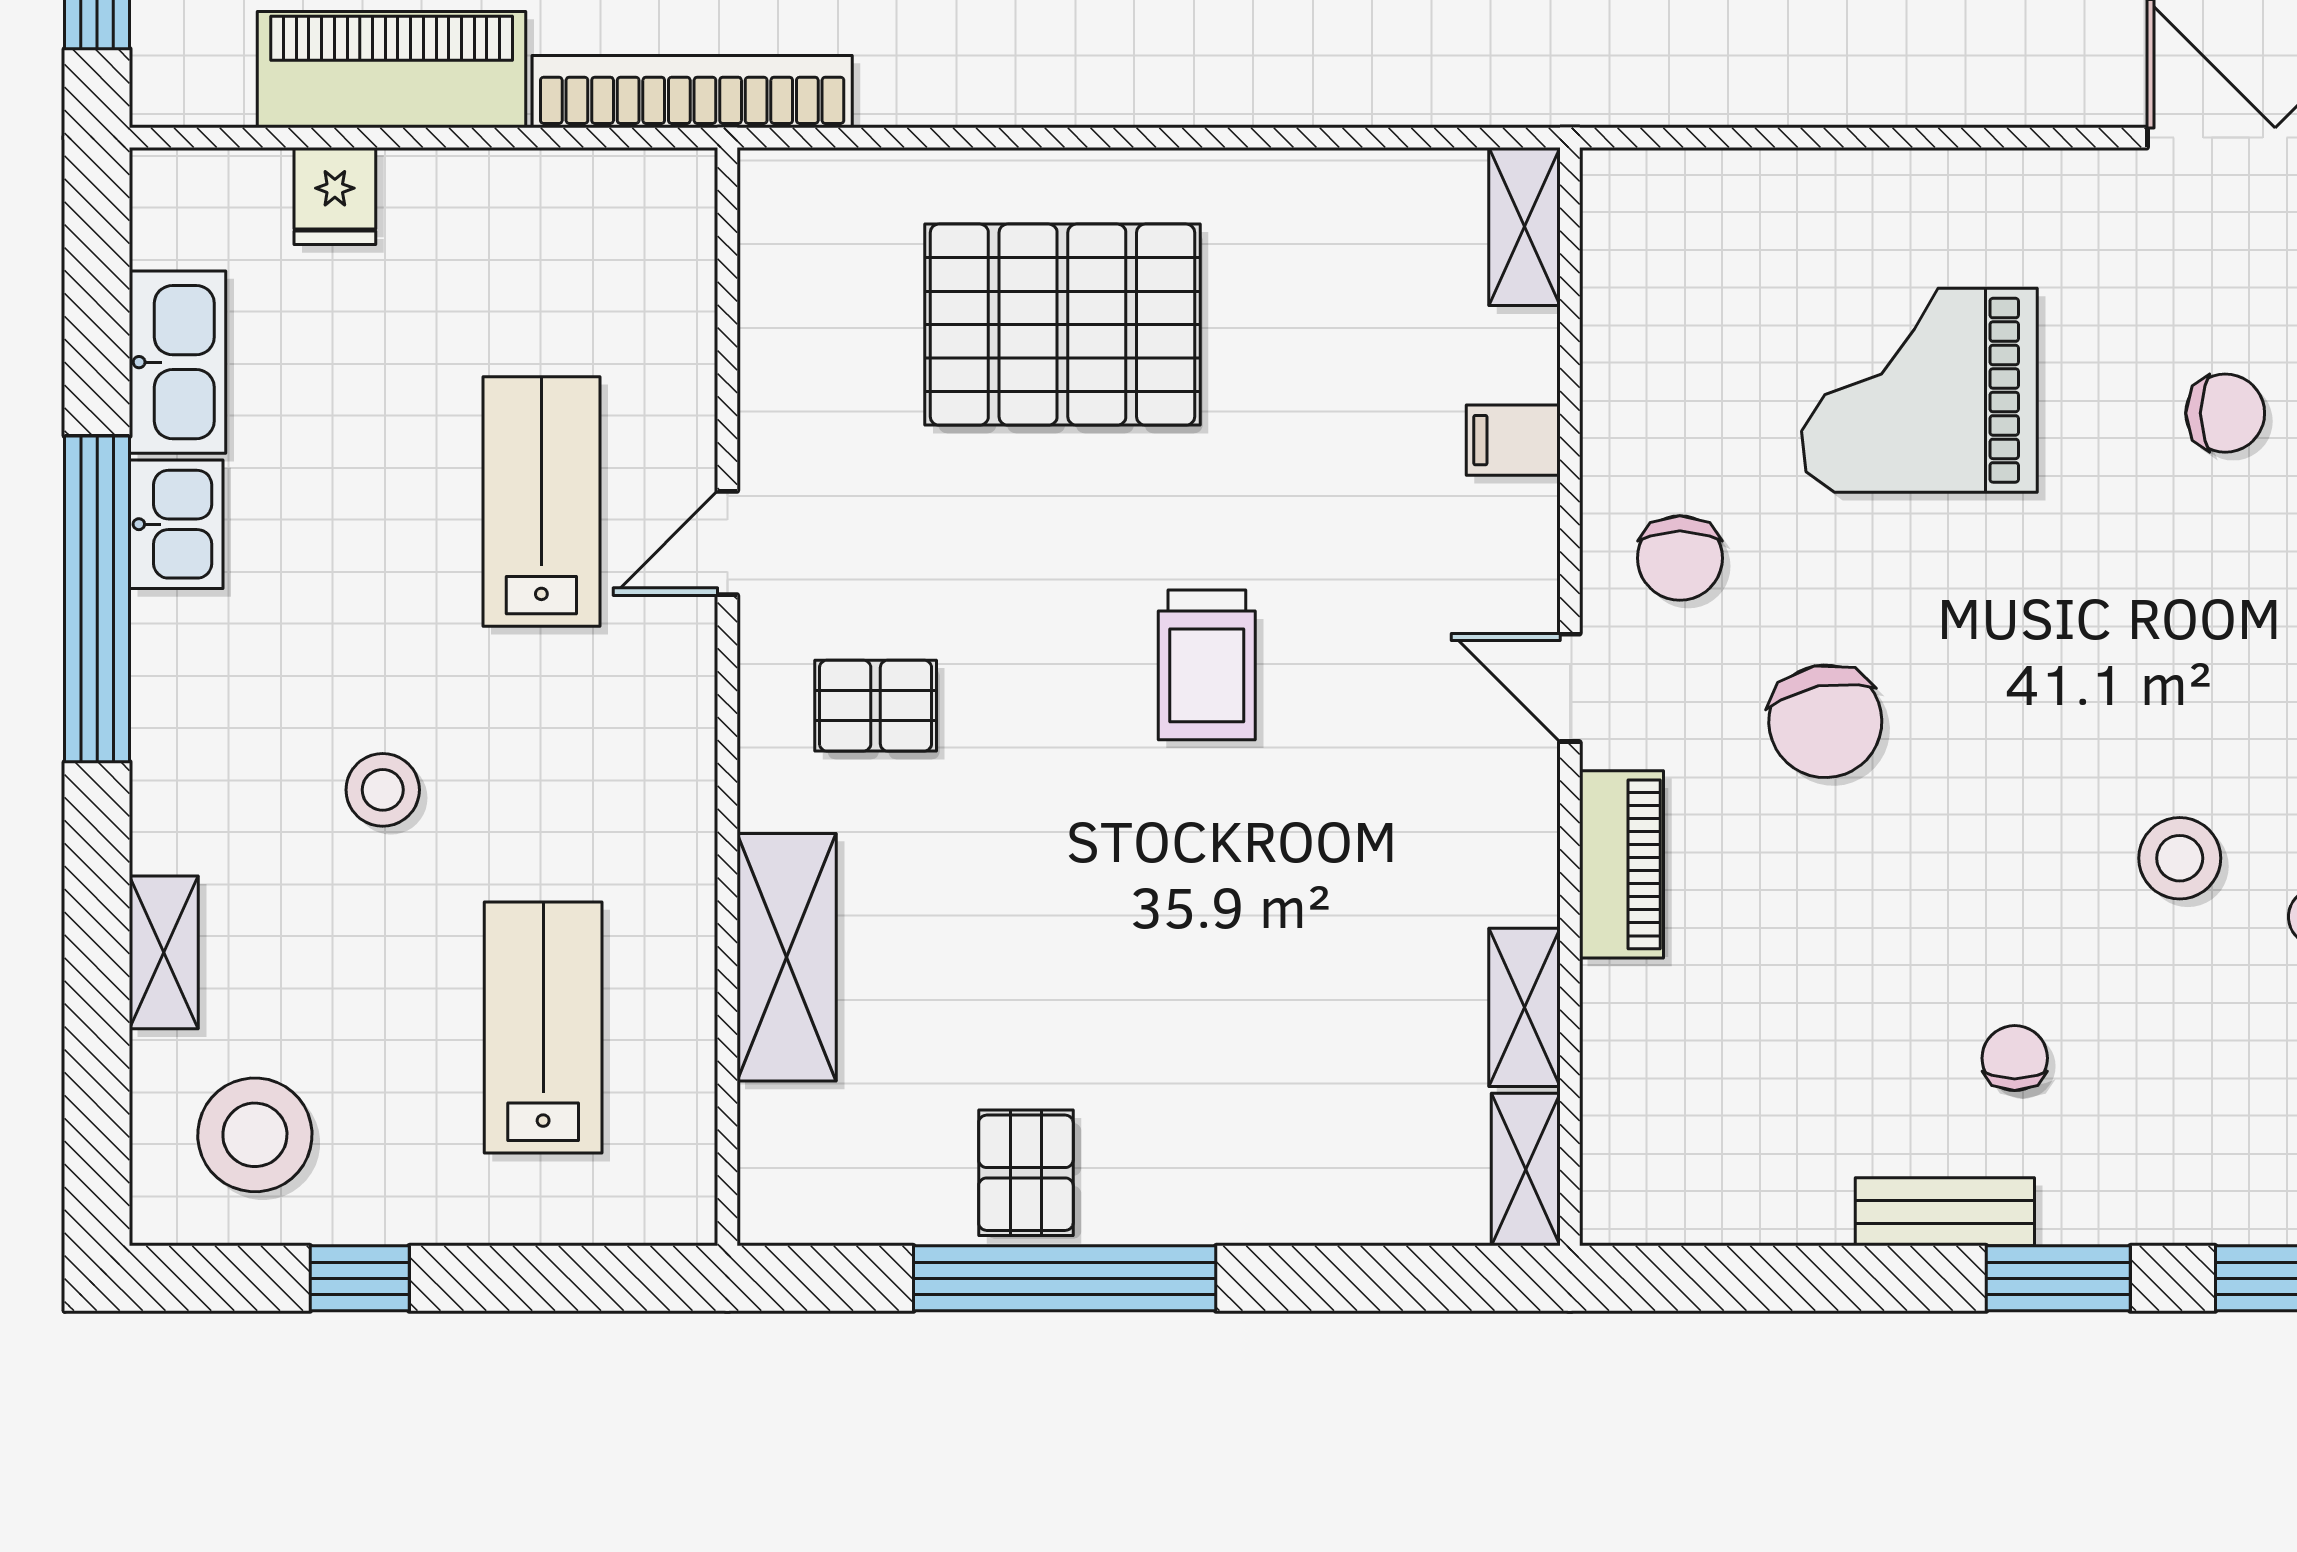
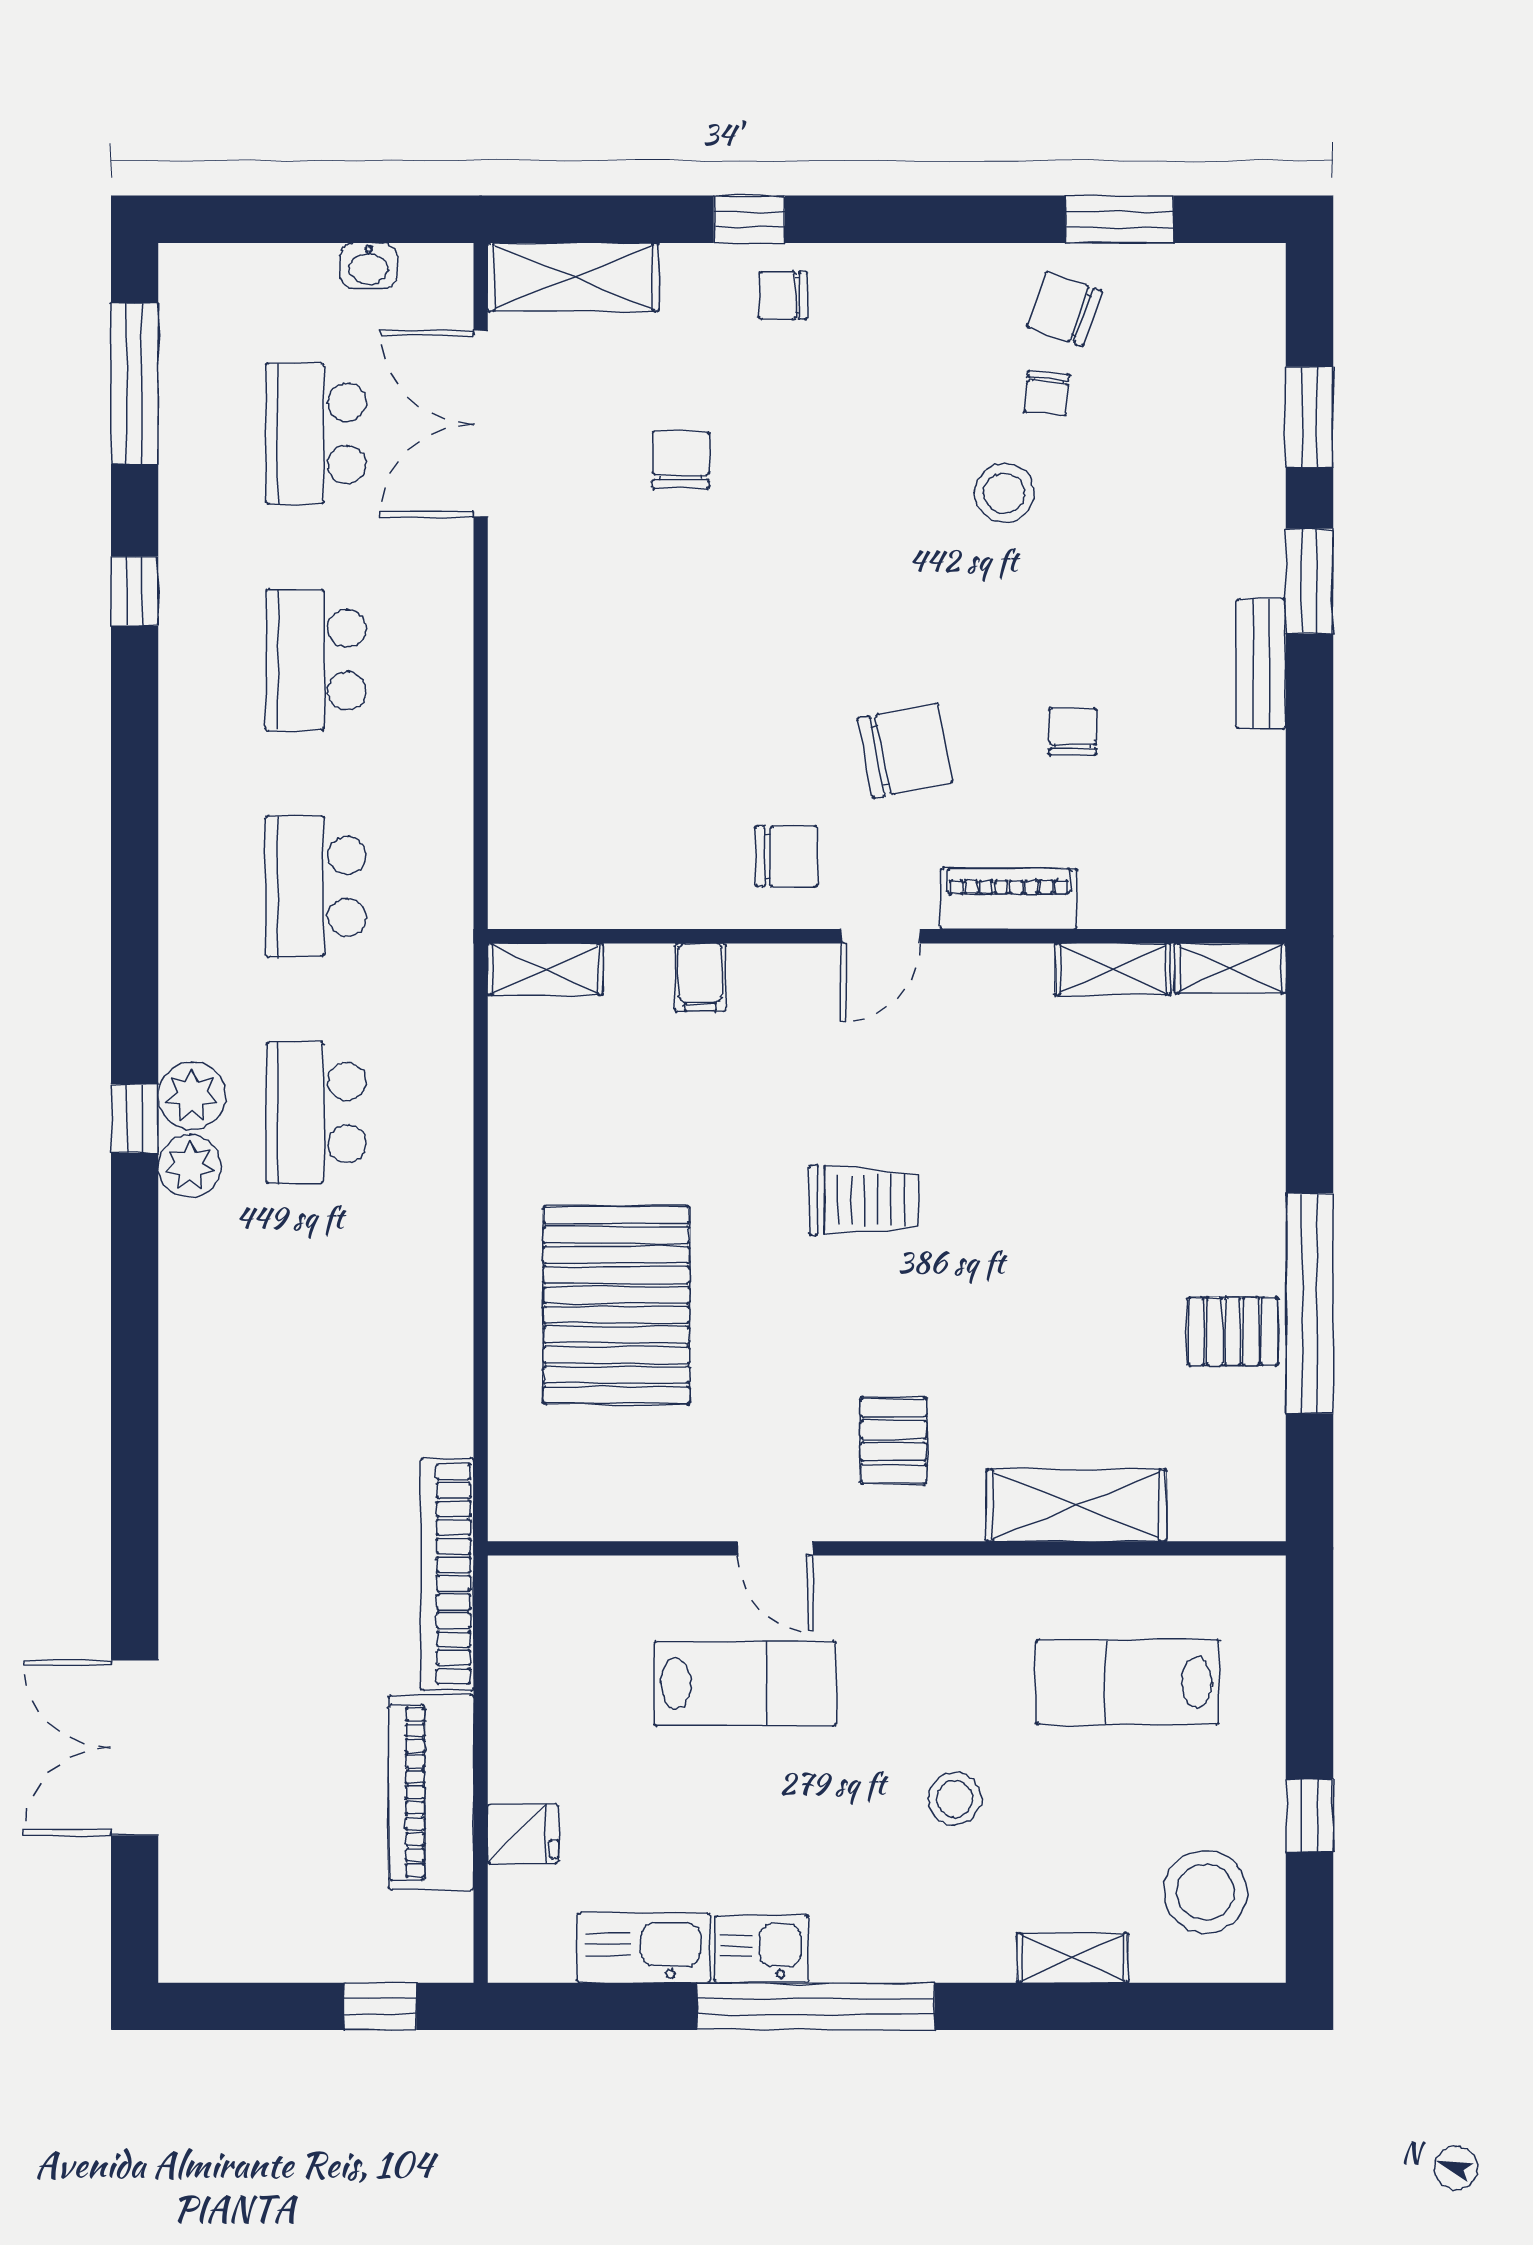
grand piano: (1919, 390) -> (664, 682), removed
lab bench: (541, 502) -> (745, 1684), turned 180
chair: (2015, 1058) -> (1073, 732), moved, turned 90

